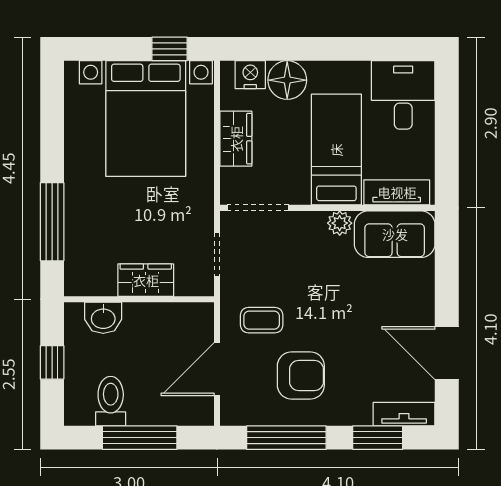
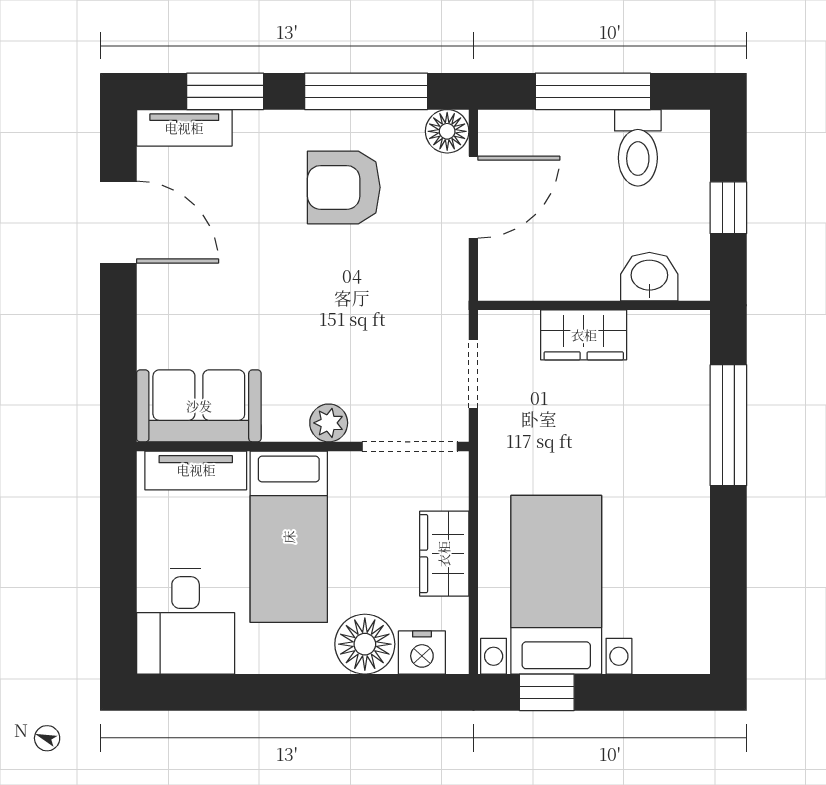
bed with nightstands: (146, 118) -> (556, 585), width x0.73
plant: (340, 223) -> (329, 423), moved
coffee table: (262, 320) -> (404, 273), removed
floor lamp: (234, 412) -> (447, 131), added

